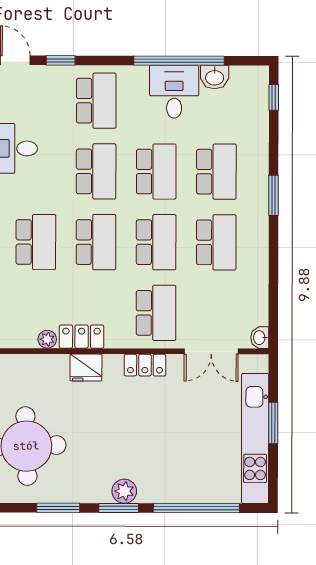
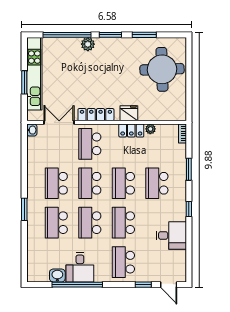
window: (274, 97) -> (24, 264), removed
locker: (145, 365) -> (96, 115), width x1.53
plant: (124, 491) -> (88, 44), moved

